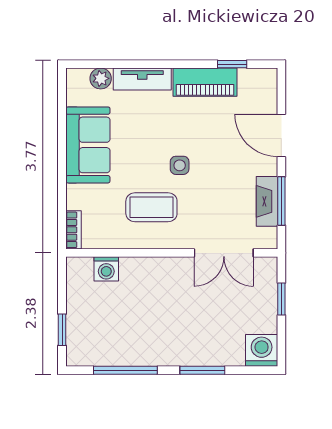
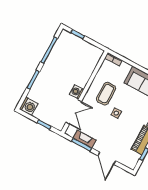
door: (281, 135) -> (107, 158), swing flipped
double door: (224, 253) -> (74, 112), swing flipped
washing machine: (106, 269) -> (77, 92), moved

